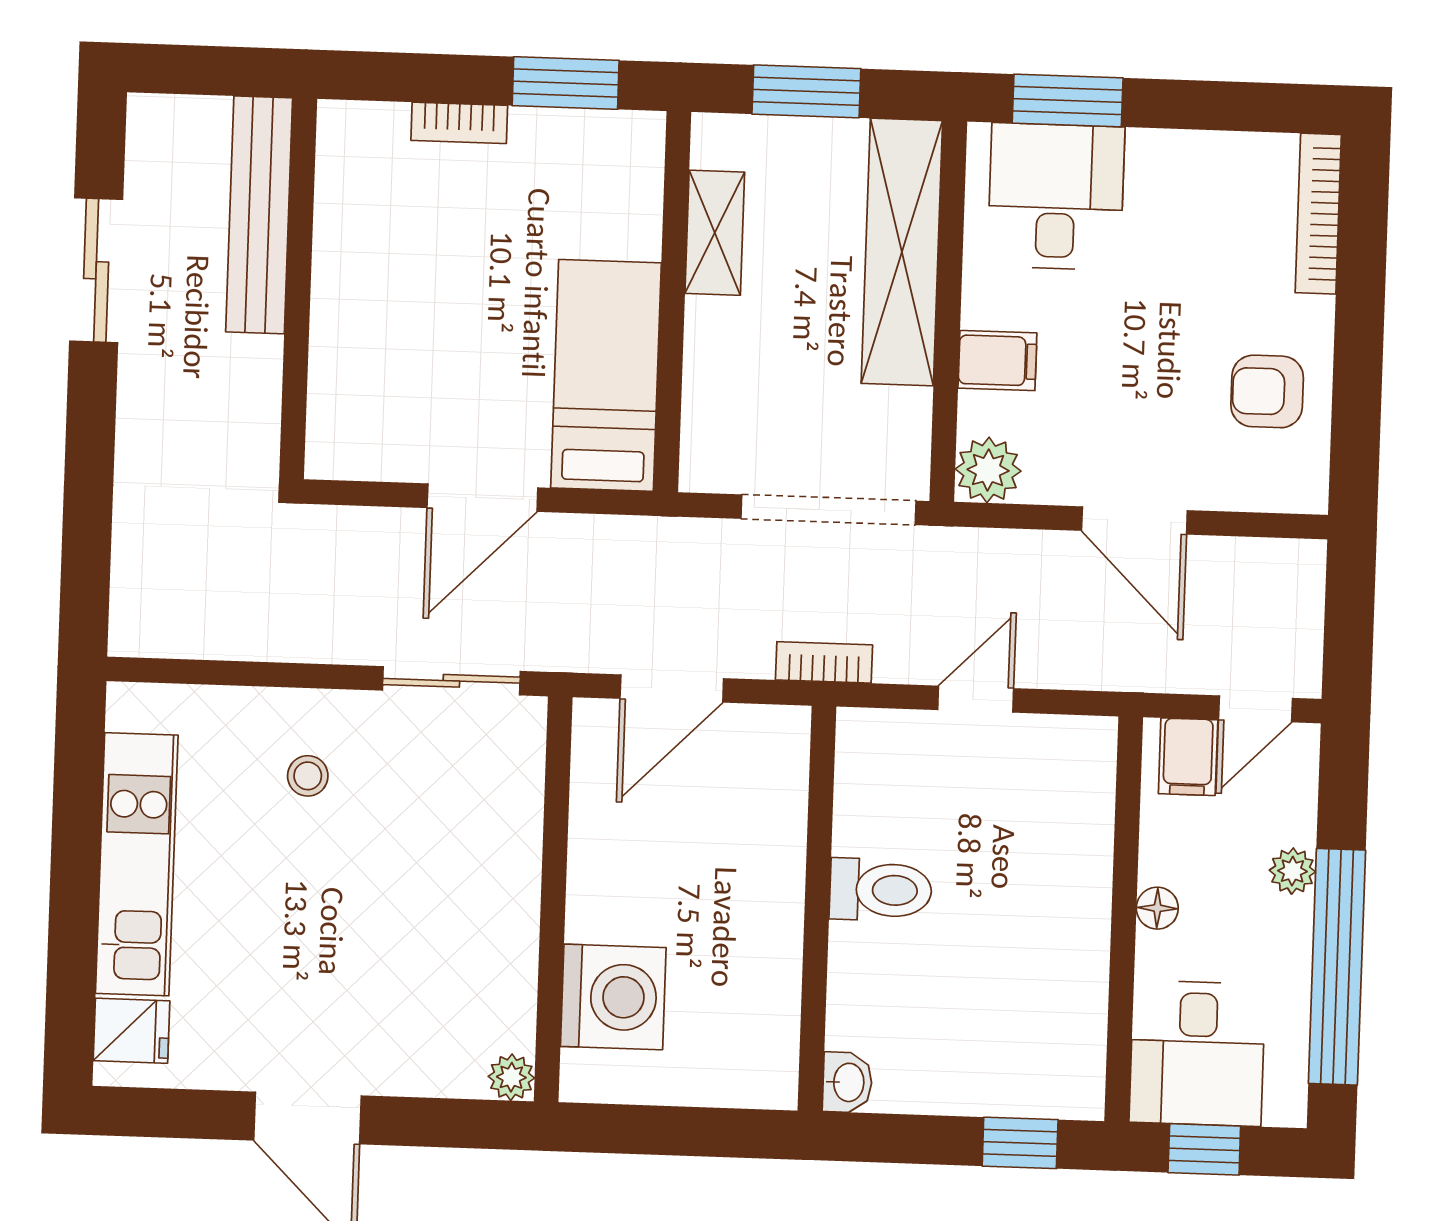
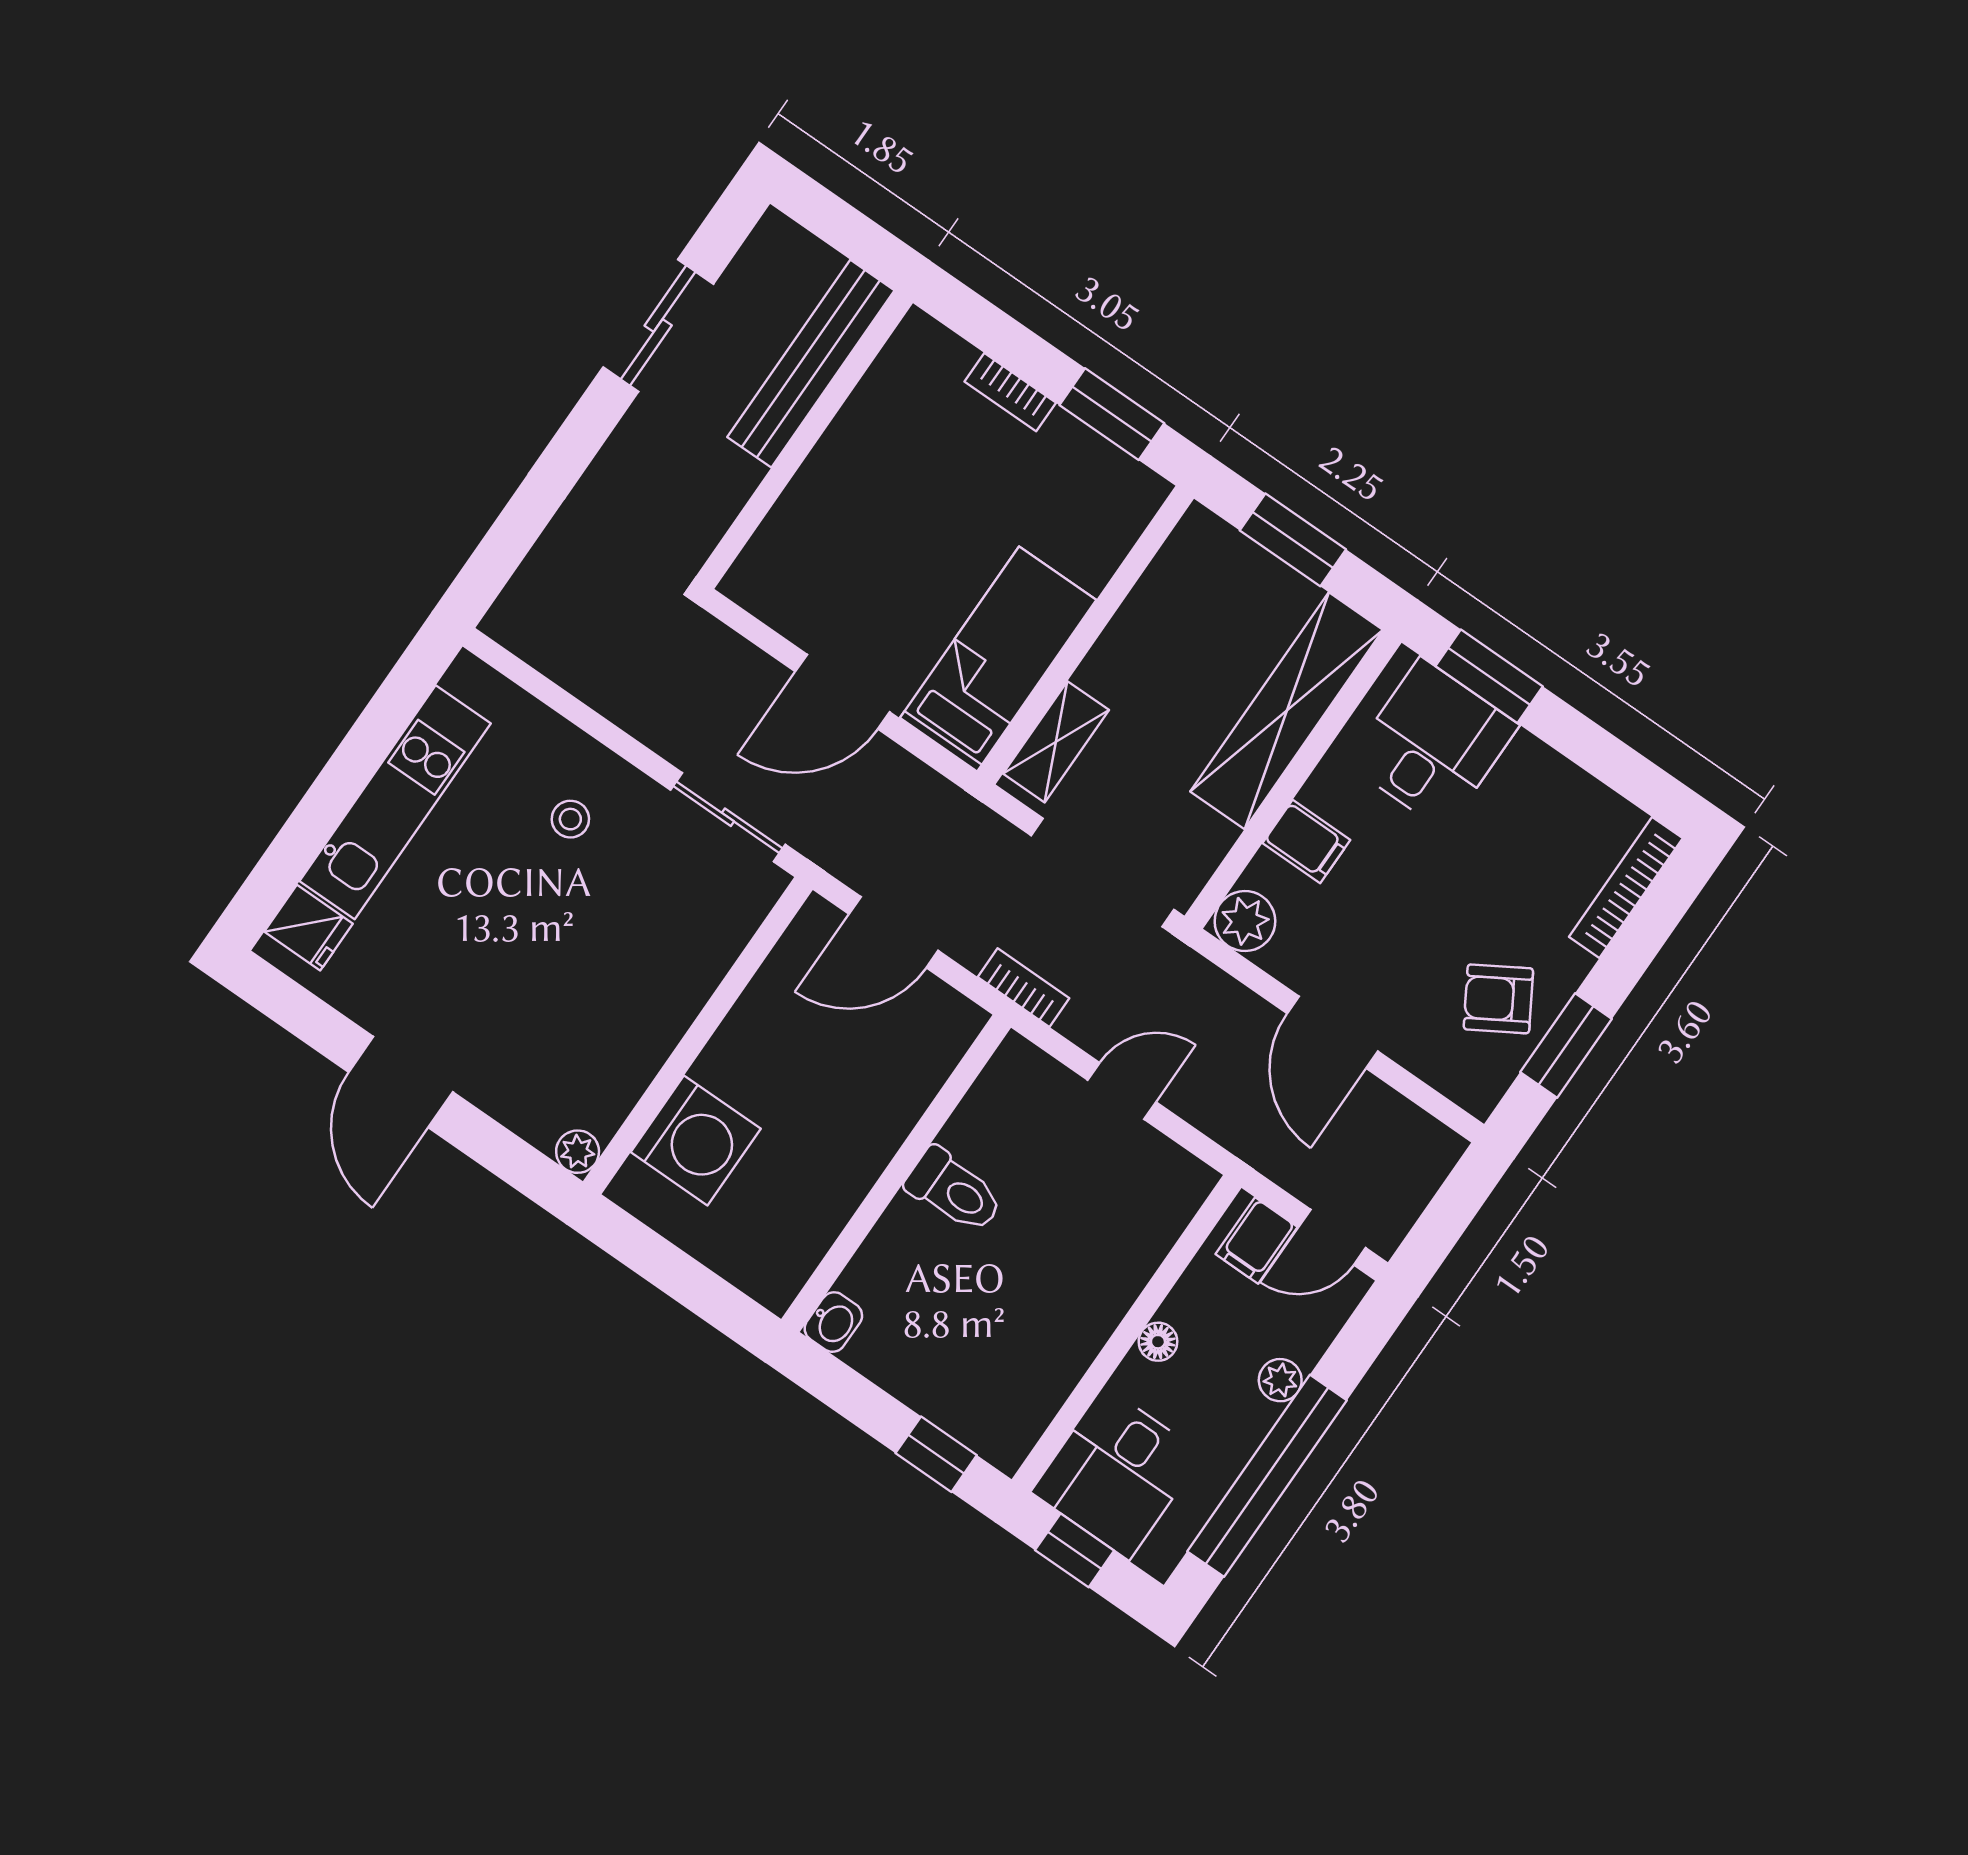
shelving: (715, 233) -> (1056, 742), moved
armchair: (1267, 391) -> (1498, 999), turned -31
window: (1357, 394) -> (1566, 1045), added

